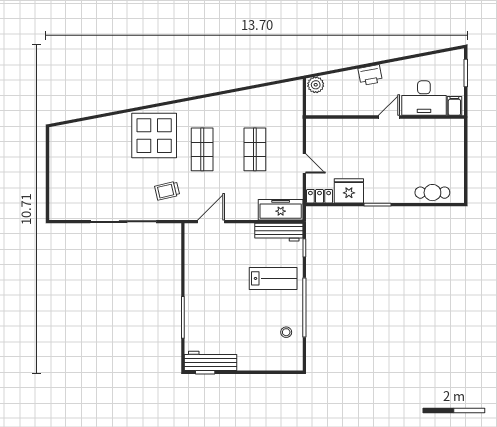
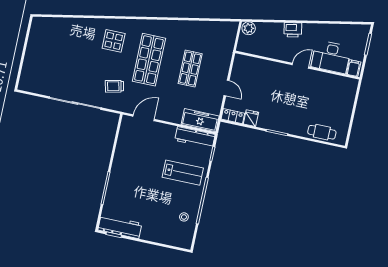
display table: (154, 136) -> (114, 41), width x0.54, depth x0.54
shop shelf: (202, 149) -> (149, 60), width x1.43, depth x1.36
fridge: (349, 191) -> (251, 118), width x0.53, depth x0.75

